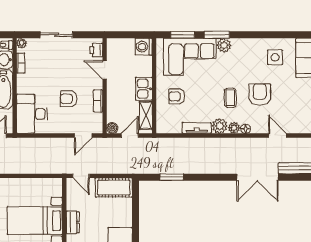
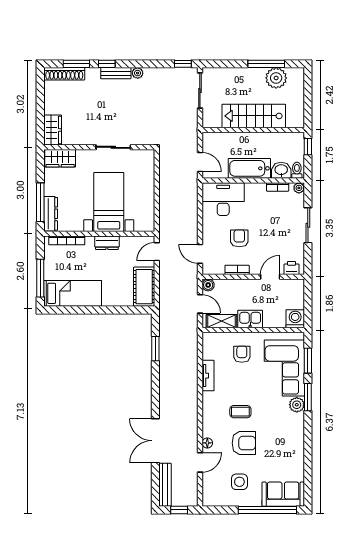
side table: (275, 57) -> (239, 482), moved
plant: (220, 126) -> (210, 400), removed
plant: (234, 128) -> (208, 416), removed
floor lamp: (246, 129) -> (207, 443), moved

